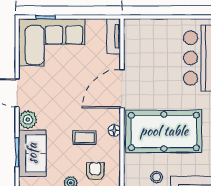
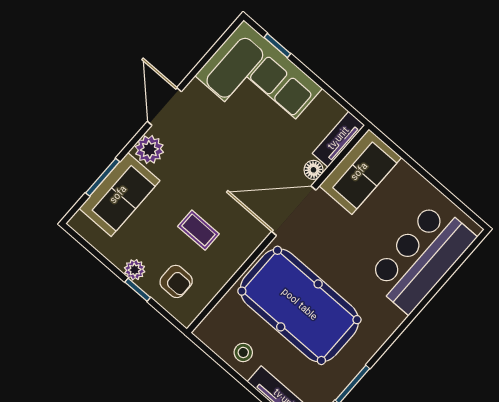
sofa: (137, 43) -> (360, 172), added
floor lamp: (114, 130) -> (313, 170), moved
armchair: (95, 171) -> (176, 281), turned 89

